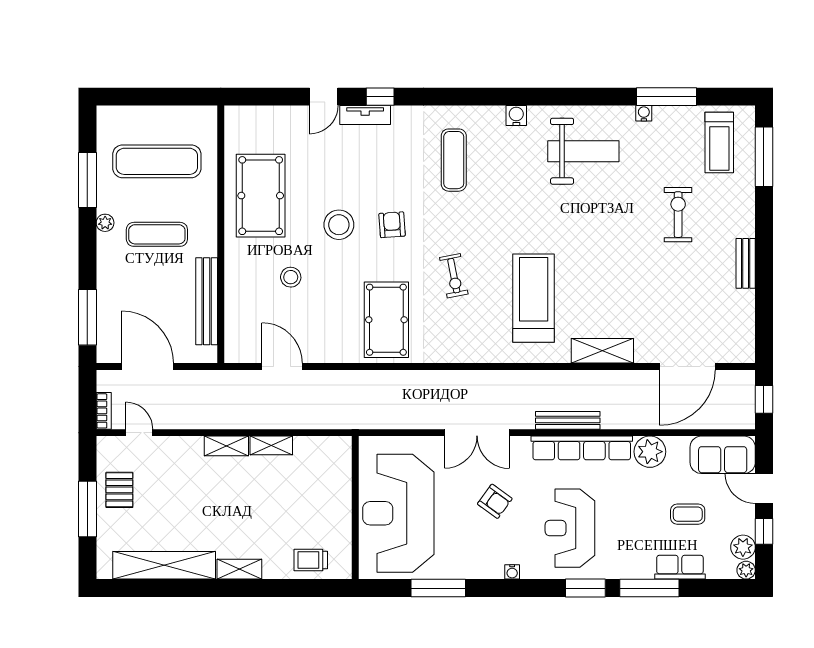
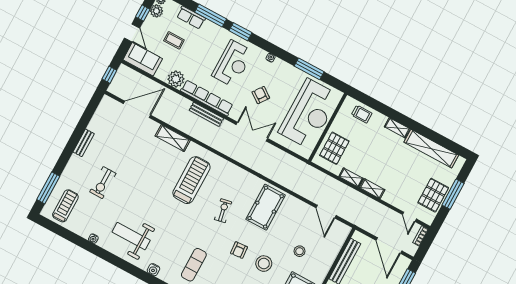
window: (666, 97) -> (79, 241), removed
treadmill: (534, 298) -> (191, 180), turned 180
pallet: (325, 479) -> (334, 148), added
pallet: (119, 490) -> (433, 195), width x1.50, depth x1.42

